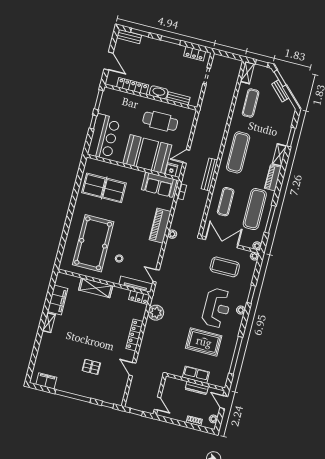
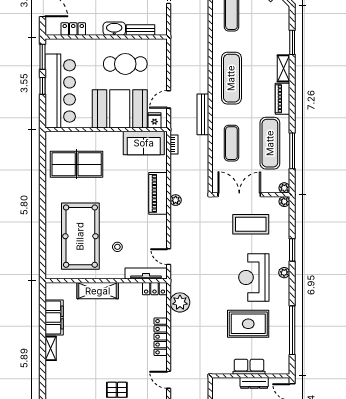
locker: (133, 86) -> (73, 29), width x0.66
bar counter: (104, 137) -> (60, 91), width x1.36
reception desk: (217, 308) -> (254, 277), turned 180

